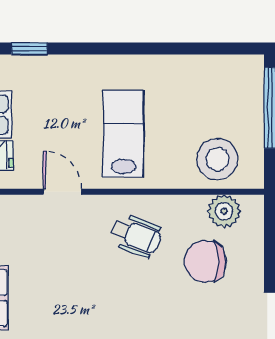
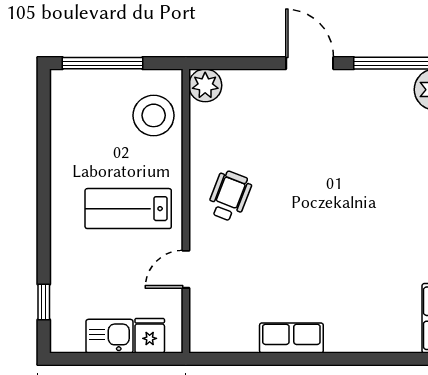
plant: (224, 211) -> (205, 85), moved
chair: (205, 261) -> (255, 128), removed

